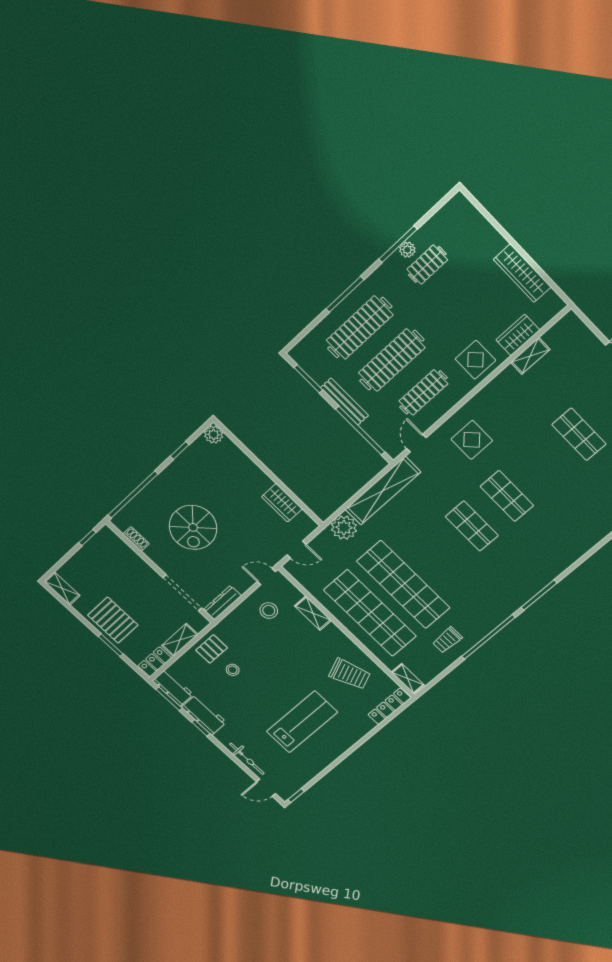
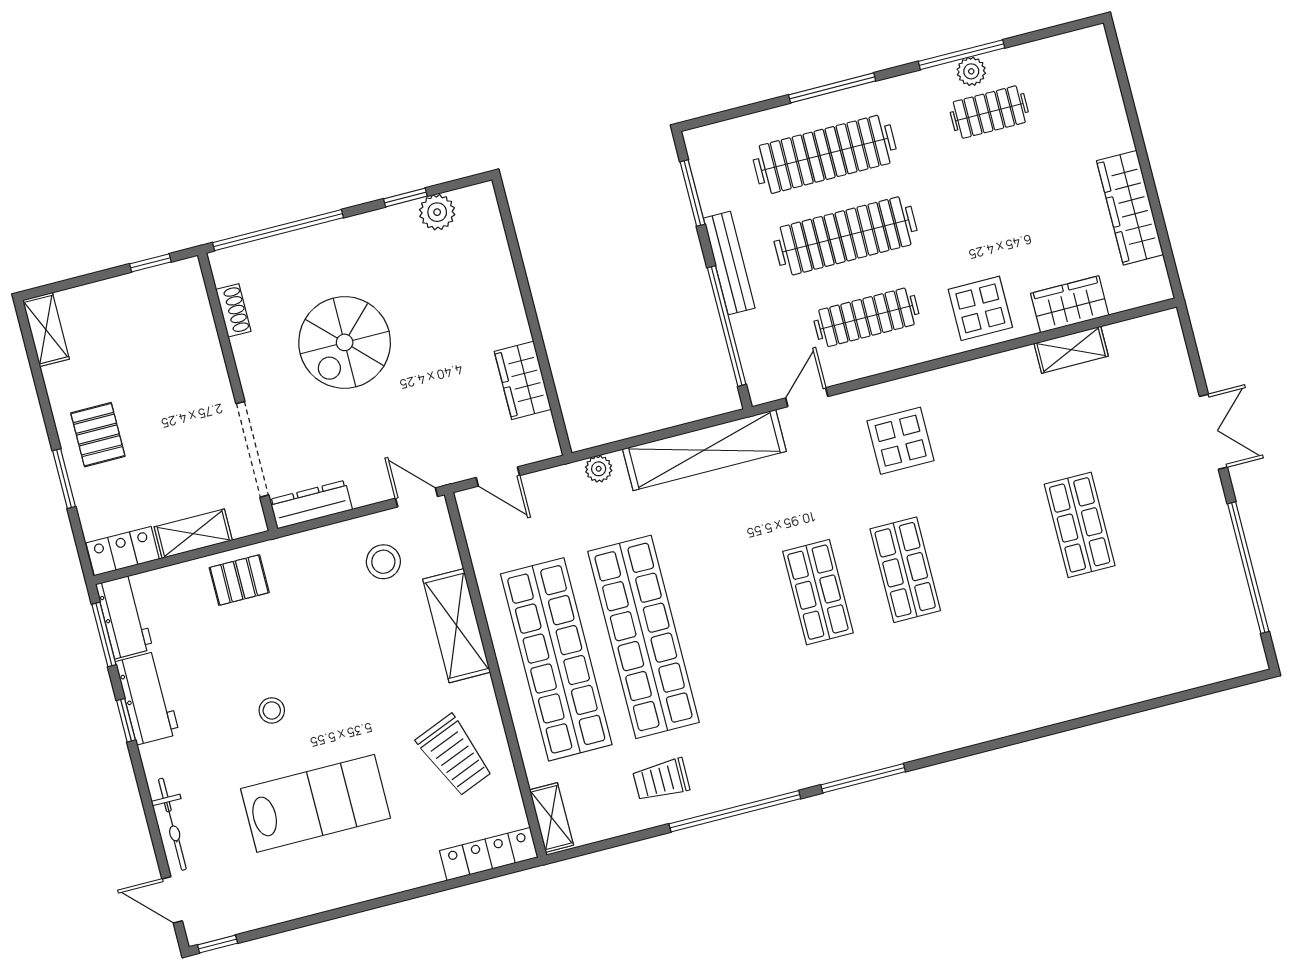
plant: (214, 435) -> (437, 212), moved
plant: (344, 528) -> (599, 469), width x0.53, depth x0.53
shelving: (313, 613) -> (457, 626), width x1.50, depth x1.33
pallet: (113, 620) -> (98, 435), width x0.67, depth x0.71
stool: (233, 670) -> (272, 710), moved

